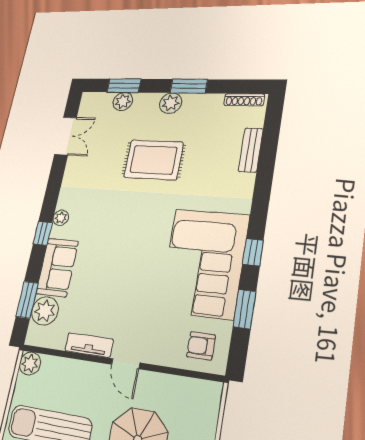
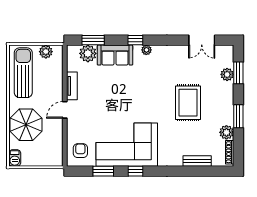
plant: (171, 103) -> (226, 132), moved
plant: (30, 364) -> (46, 52), moved

